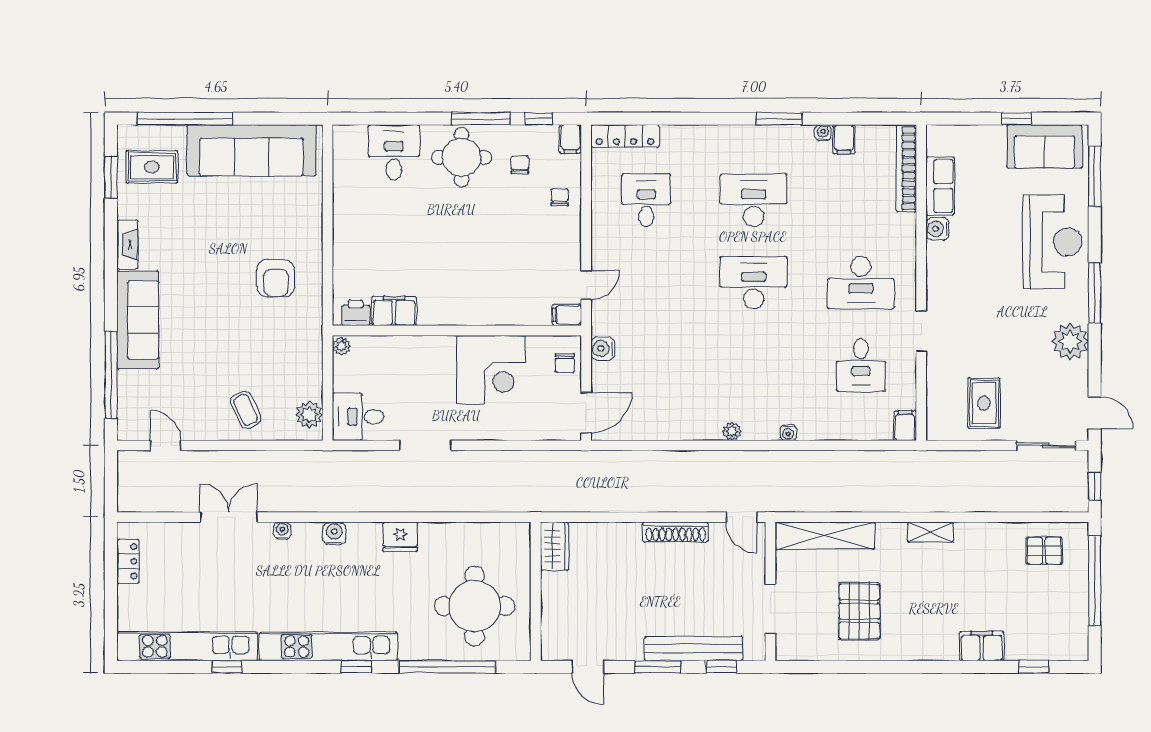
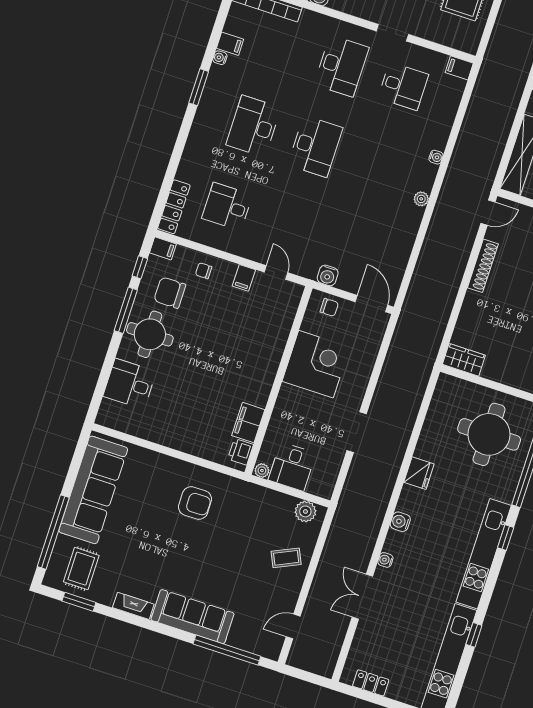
chair: (520, 165) -> (170, 293), width x1.87, depth x1.87
desk: (754, 283) -> (315, 146), turned 180
filing cabinet: (567, 315) -> (244, 278), moved
desk: (358, 417) -> (292, 467), moved

